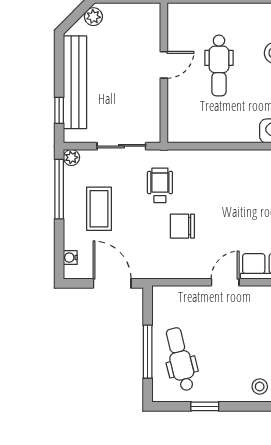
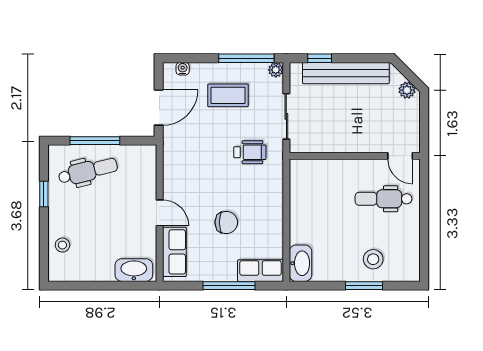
door: (164, 65) -> (400, 156), moved
dental chair: (219, 65) -> (384, 199), moved
chair: (182, 226) -> (226, 222), moved, turned 90

